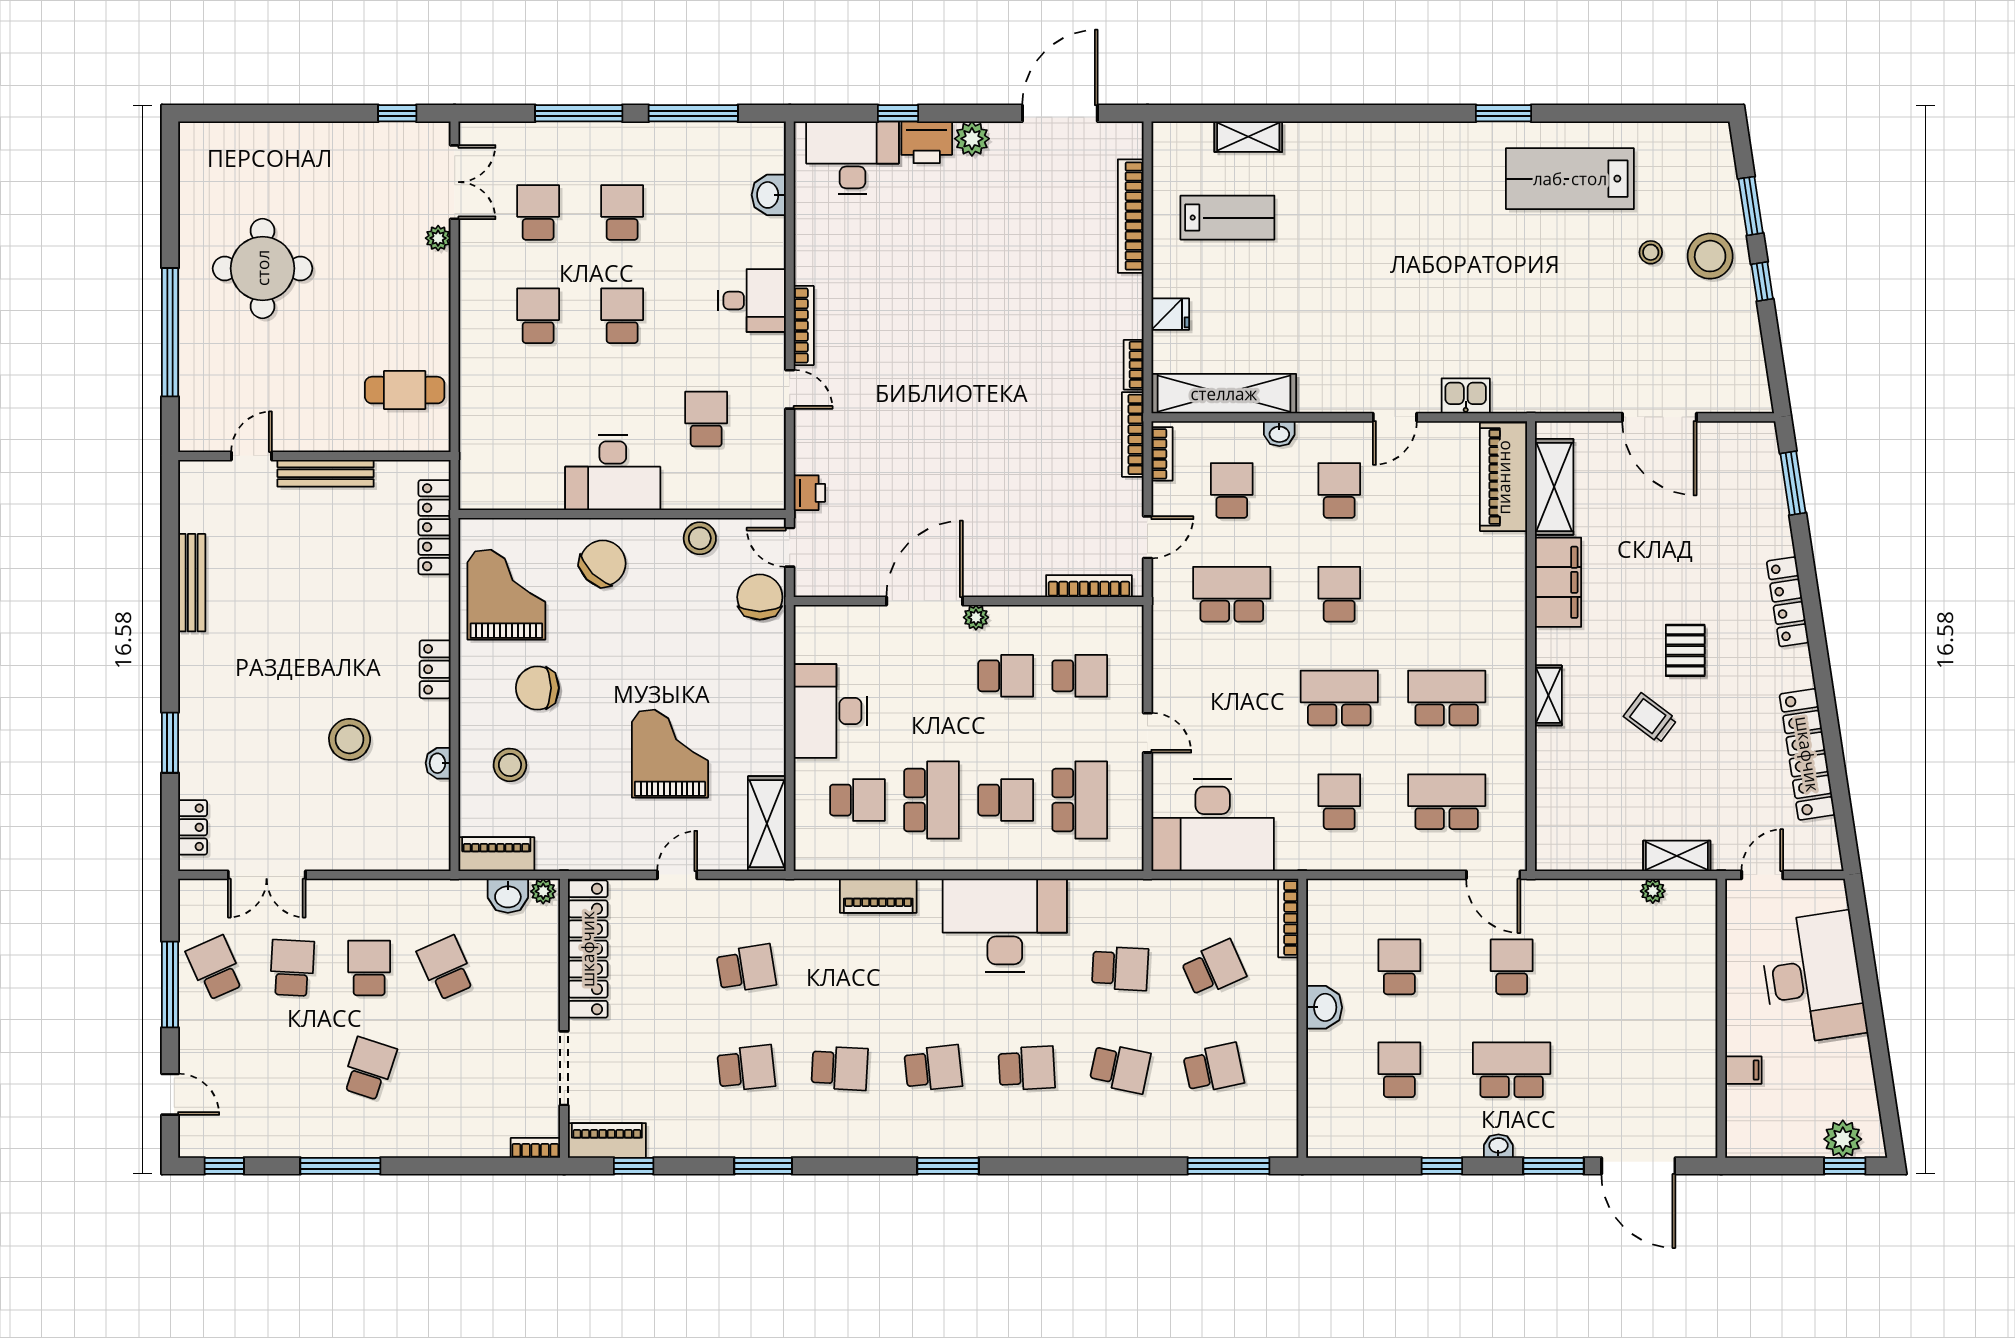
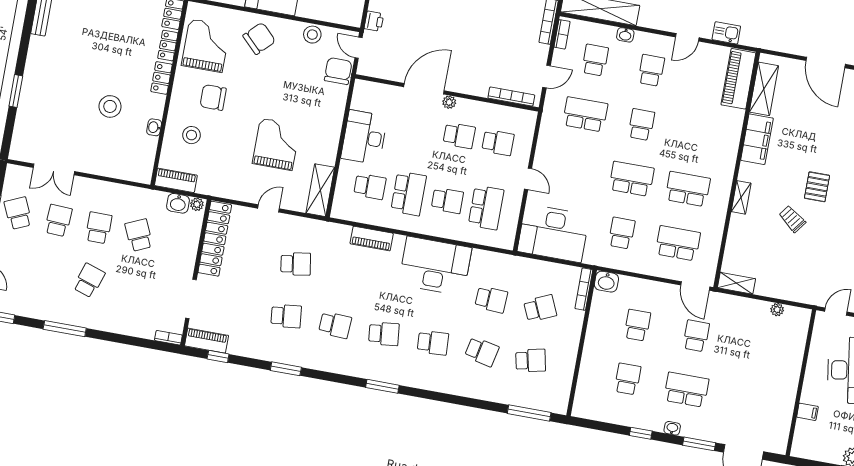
locker: (193, 827) -> (168, 46), moved, turned 180
shelving: (1677, 856) -> (736, 283), moved
washbasin: (1324, 1007) -> (606, 282), moved, turned 90

